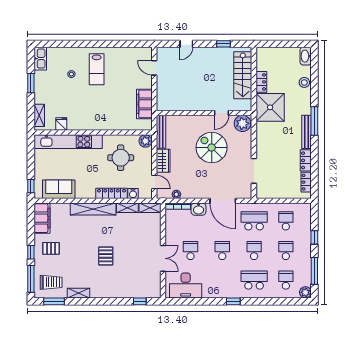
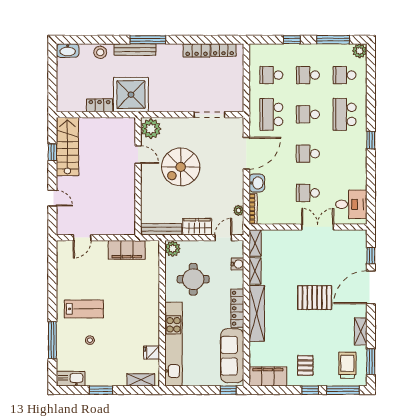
window: (71, 44) -> (52, 340), added
stairs: (243, 75) -> (67, 146), moved, turned -90
bench: (306, 132) -> (135, 50), moved
sofa: (59, 189) -> (232, 356), width x1.36
locker: (112, 193) -> (237, 308), moved
pallet: (106, 256) -> (315, 298), width x1.50, depth x1.42
desk: (186, 286) -> (351, 204), width x0.73
door: (114, 301) -> (371, 287), added

